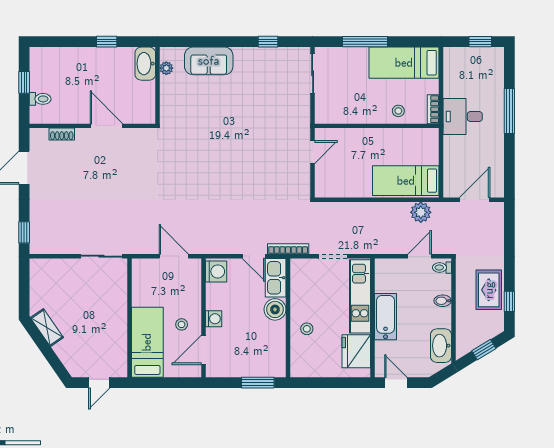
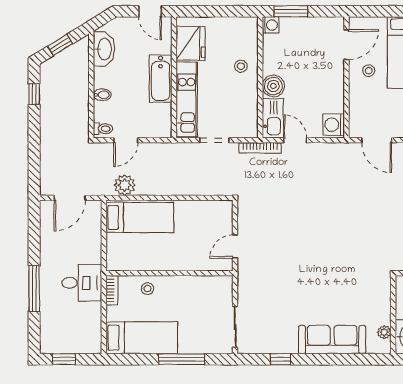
sofa: (209, 61) -> (332, 340), width x1.36
rug: (489, 290) -> (55, 106), removed
washing machine: (214, 319) -> (271, 25), moved, turned 180

